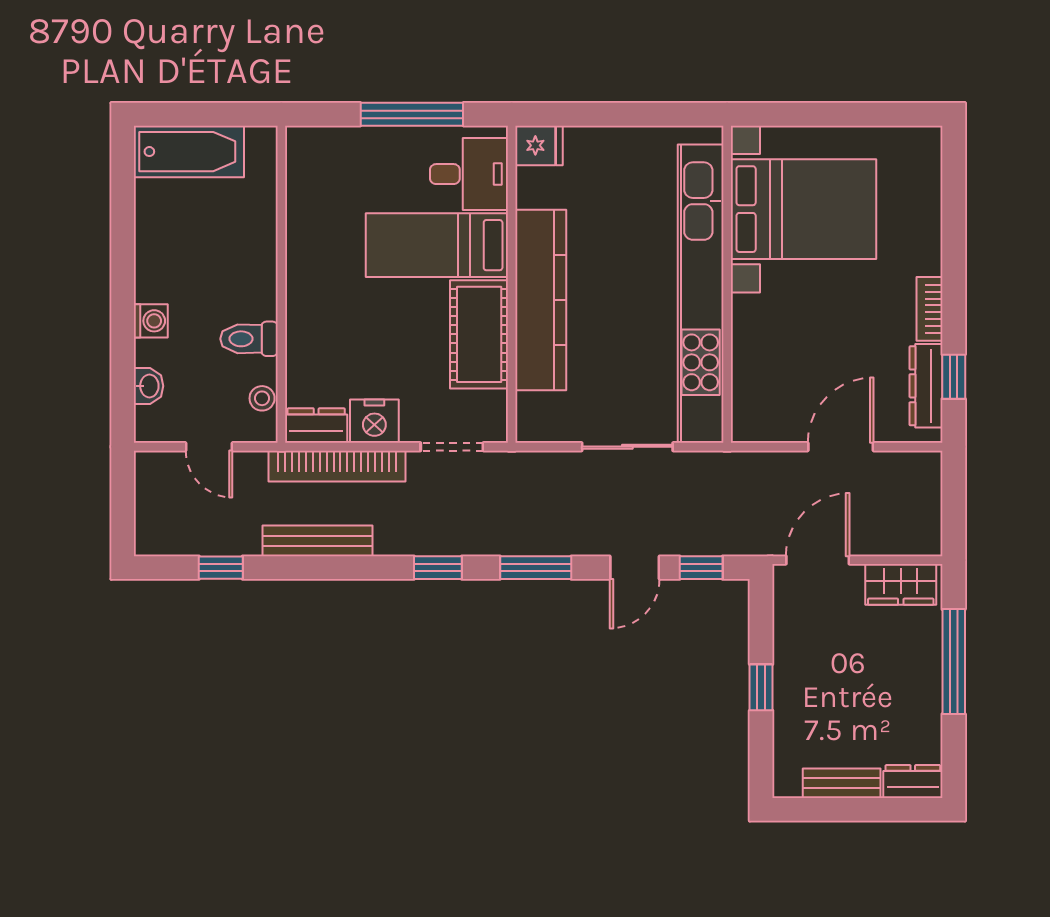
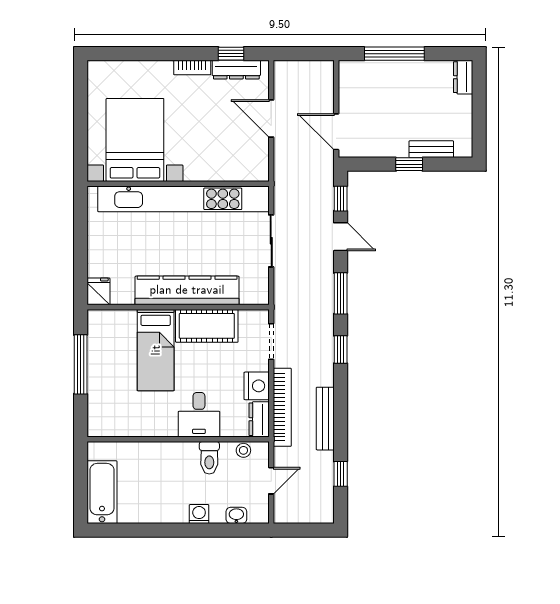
desk: (469, 174) -> (199, 415), moved, turned 180
wardrobe: (901, 584) -> (350, 84), removed
bench: (842, 783) -> (431, 149), moved, turned 90

